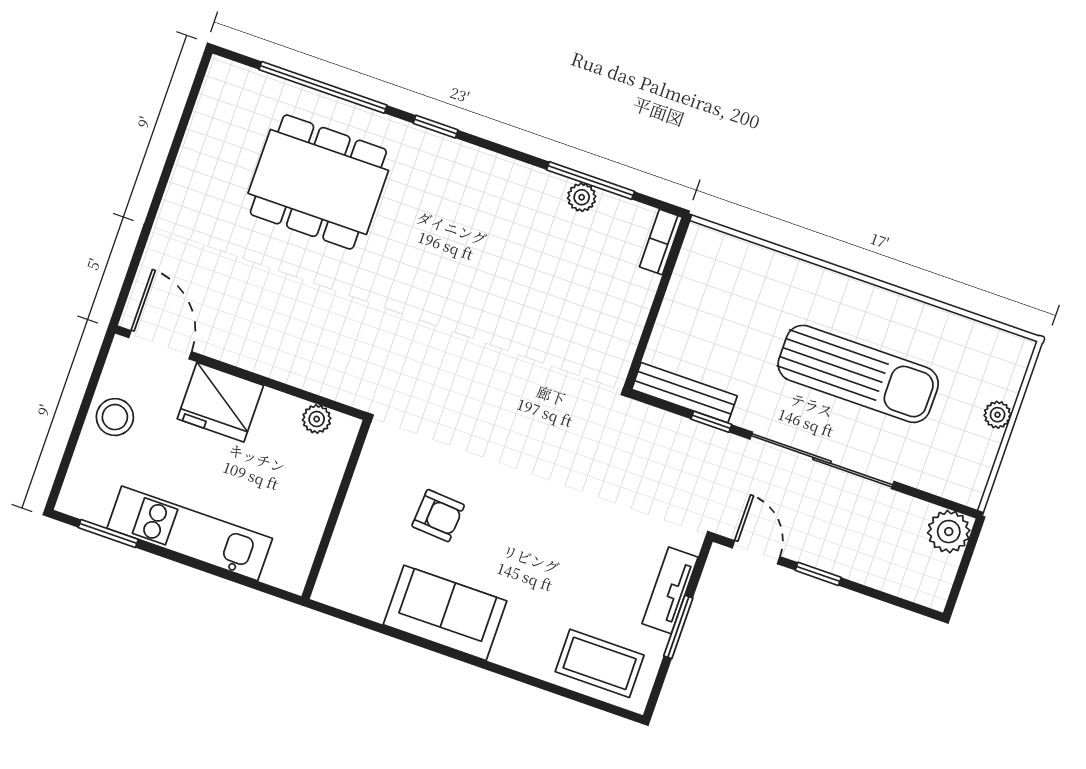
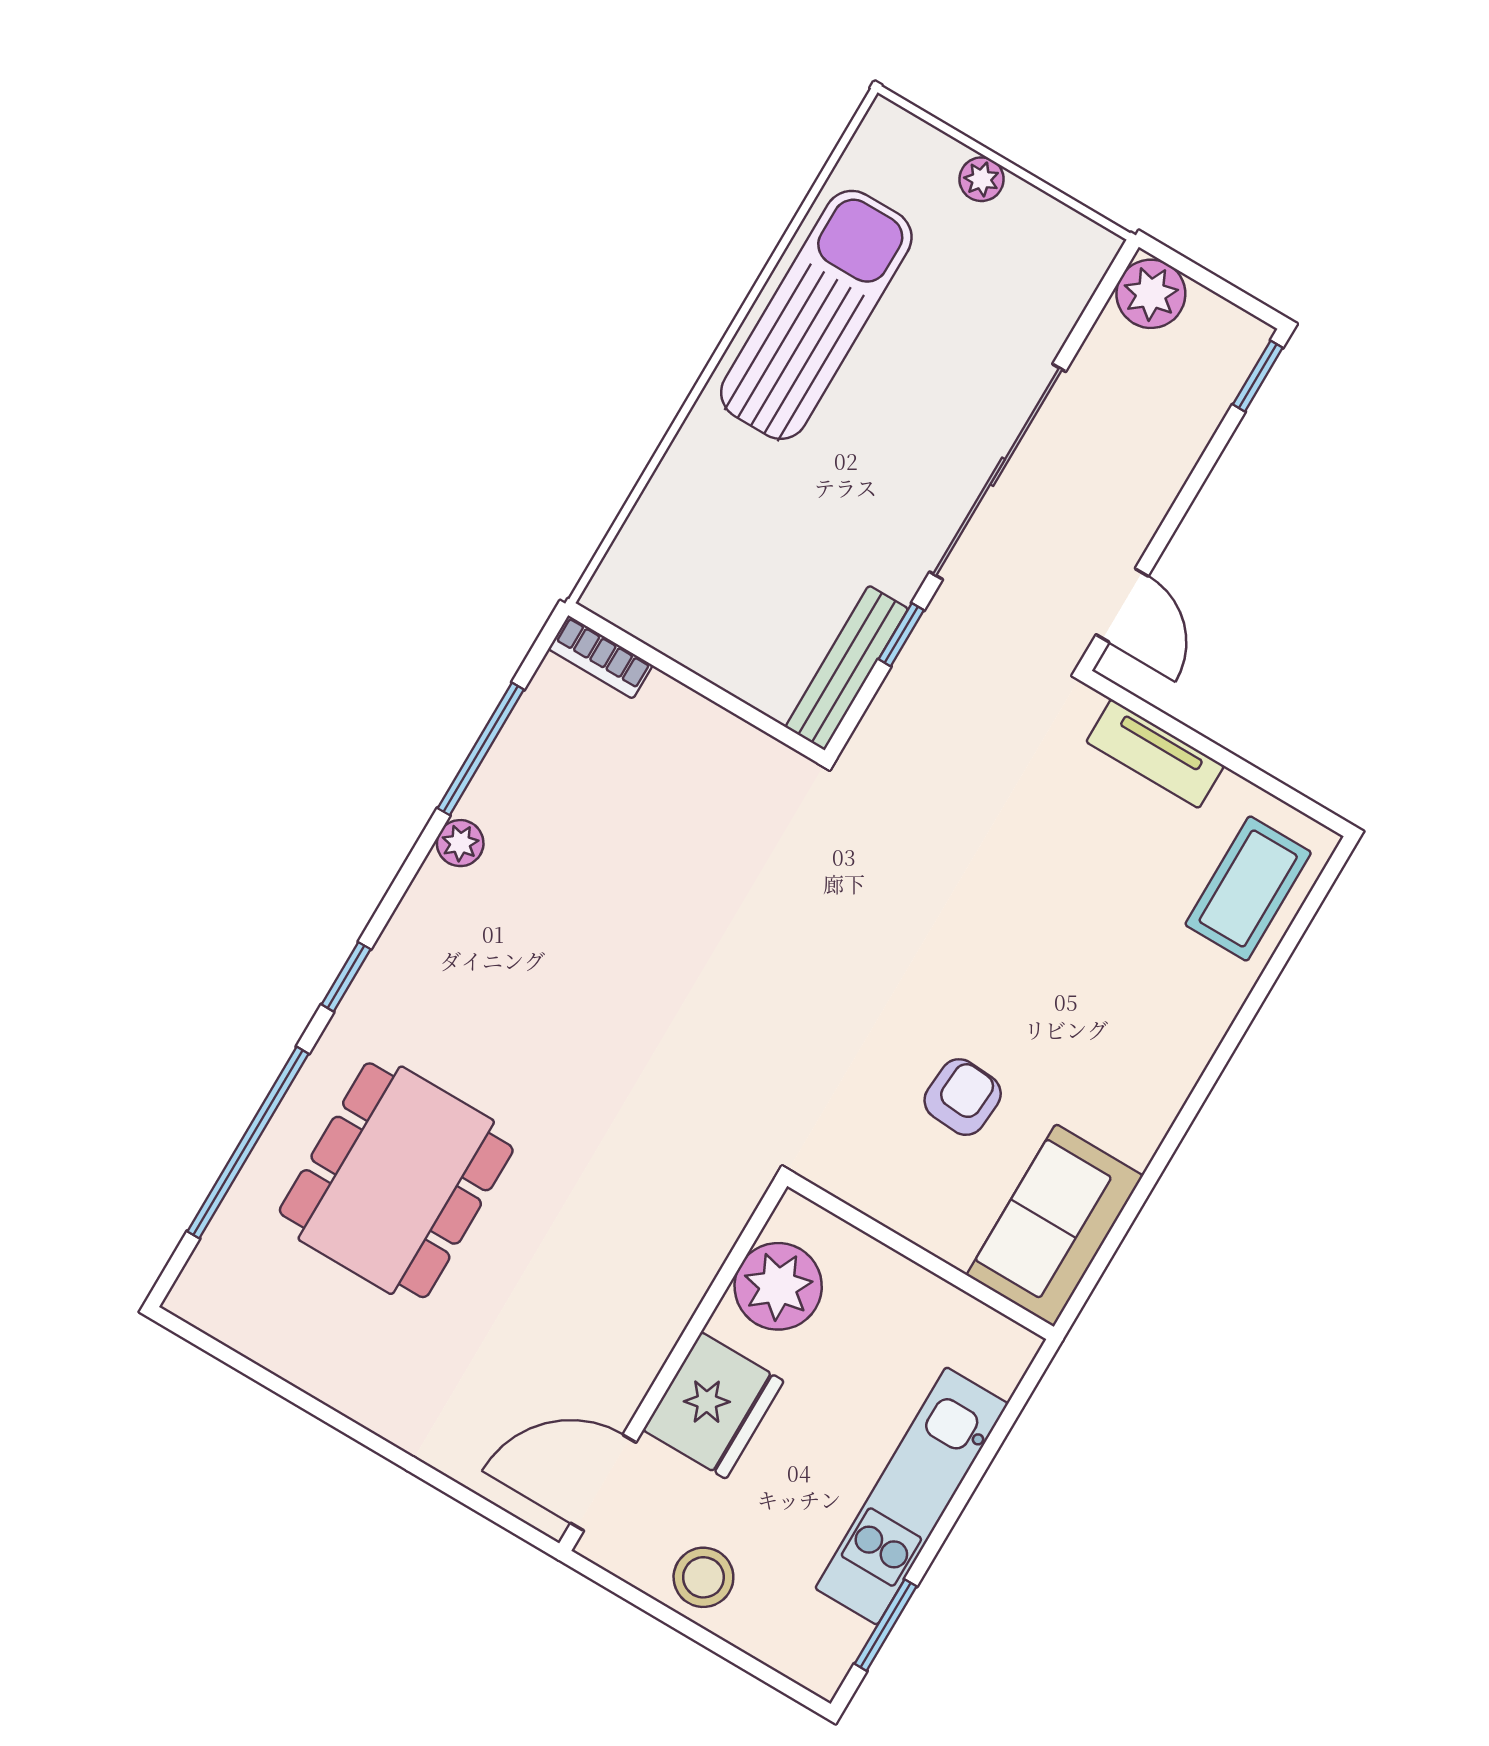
plant: (582, 197) -> (460, 843), moved
sun lounger: (858, 374) -> (816, 315), moved
plant: (317, 419) -> (778, 1286), width x1.88, depth x1.88
door: (756, 552) -> (1122, 605), swing flipped
window: (818, 574) -> (1258, 376), moved
sofa: (445, 613) -> (1055, 1225), moved
window: (678, 627) -> (1216, 752), removed

